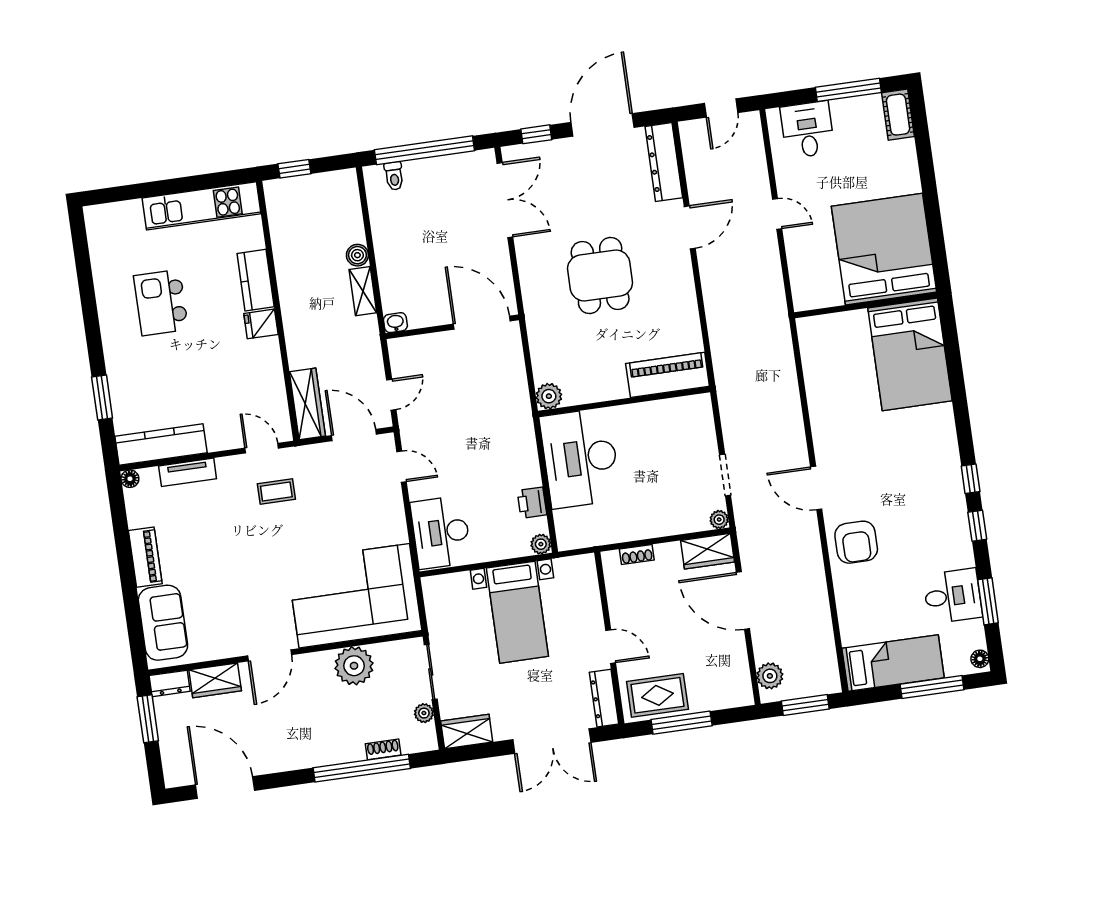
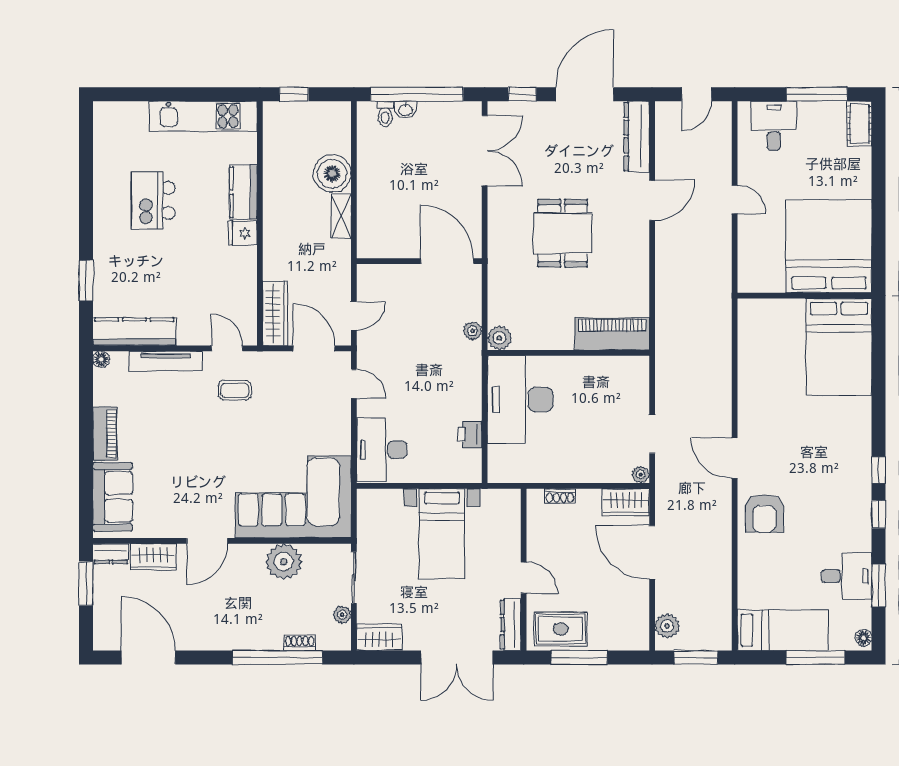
boiler: (357, 255) -> (332, 174), width x1.86, depth x1.86
washbasin: (395, 323) -> (406, 110), moved, turned 180
tv unit: (188, 472) -> (166, 361), width x1.41
plant: (541, 544) -> (473, 331), moved

